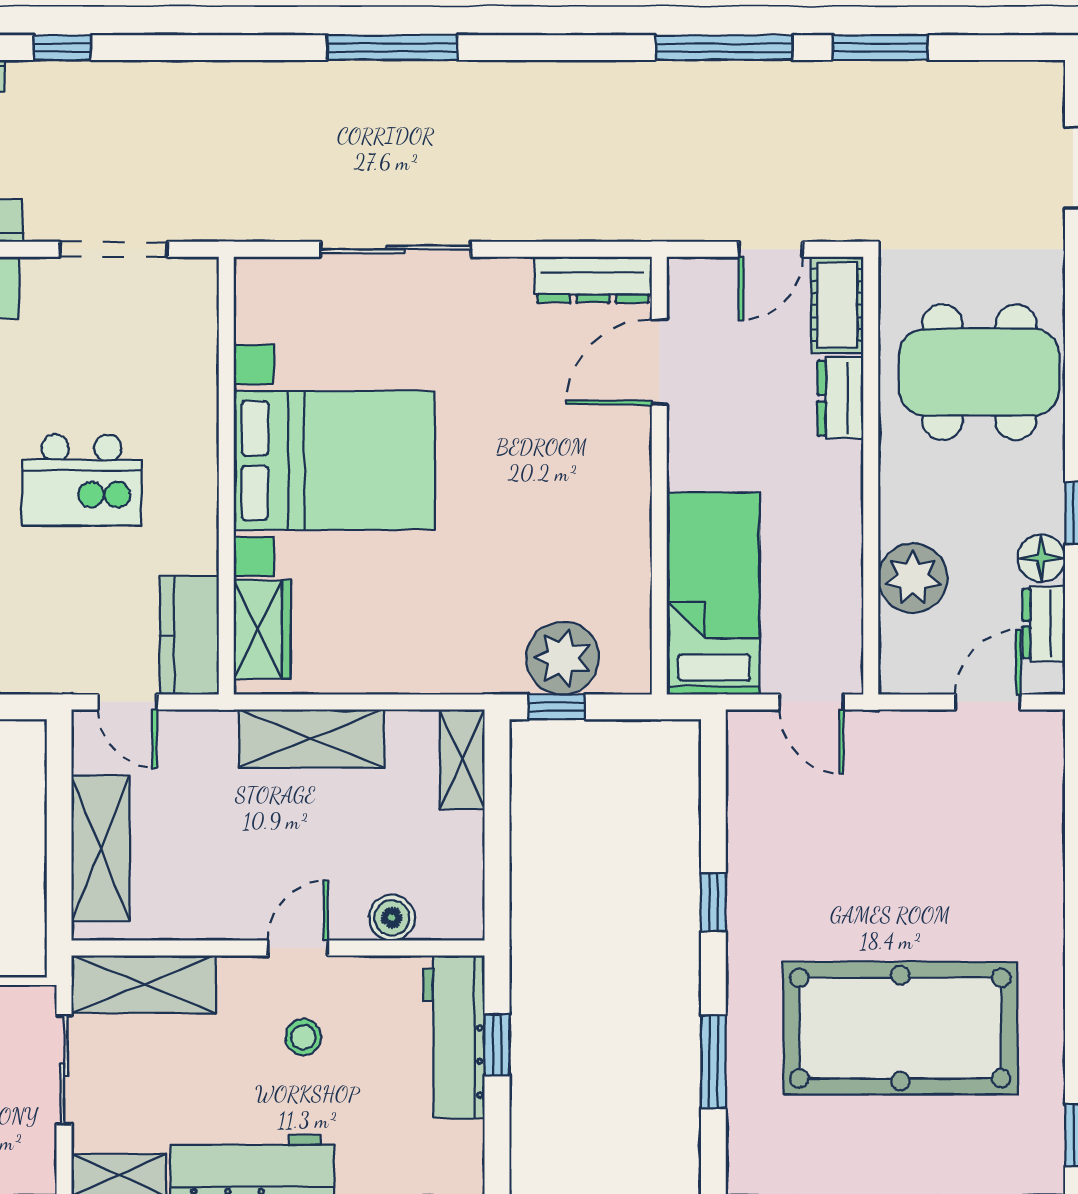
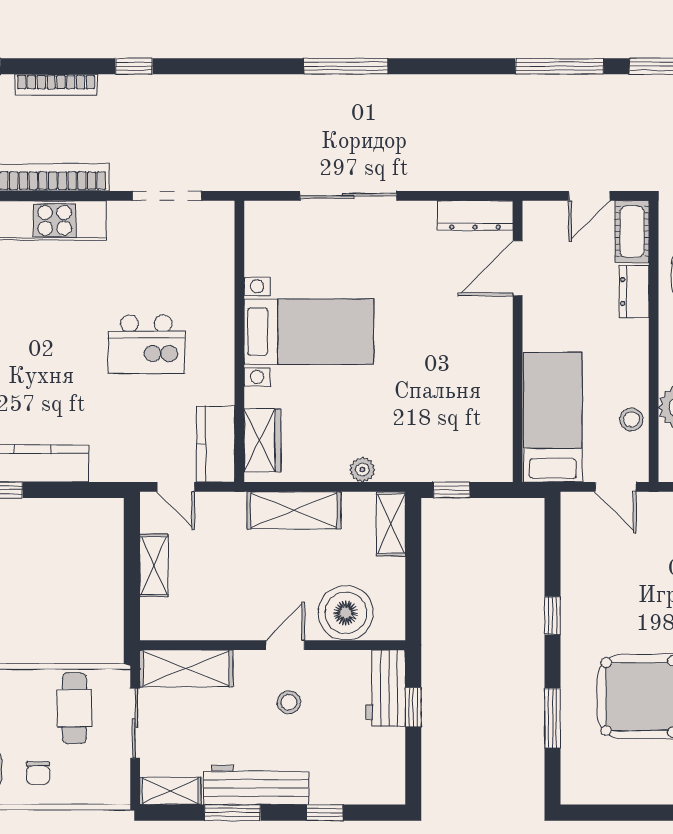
bed with nightstands: (334, 461) -> (309, 332), width x0.73
stool: (836, 597) -> (631, 419), added
plant: (563, 658) -> (362, 470), moved, width x0.53, depth x0.53
shelving: (100, 849) -> (154, 566), width x0.67, depth x0.75
boiler: (392, 918) -> (346, 613), width x1.86, depth x1.86
workbench: (454, 1037) -> (386, 688), width x0.73

